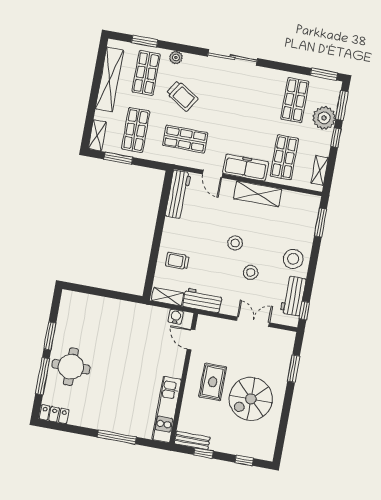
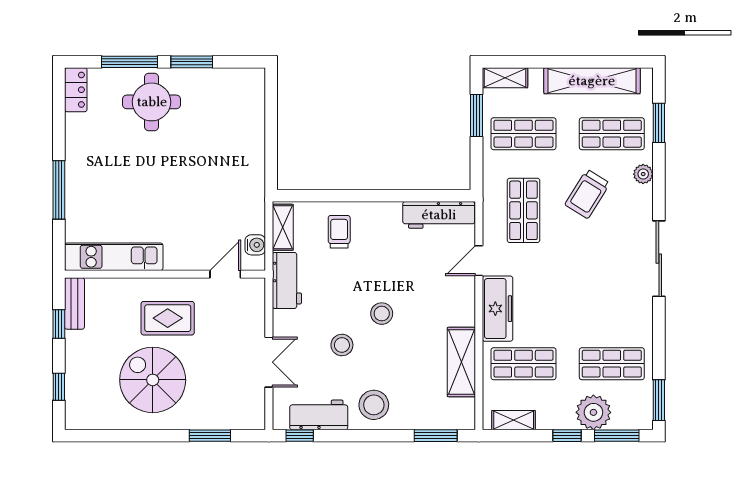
shelving: (258, 194) -> (461, 362), moved

